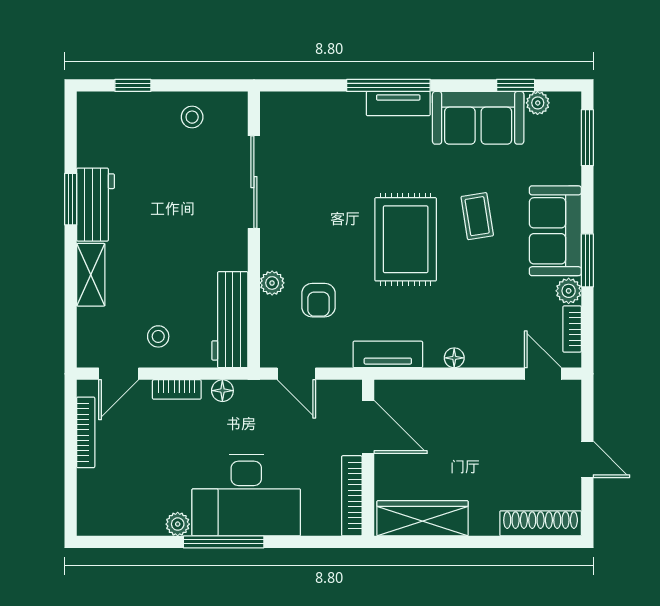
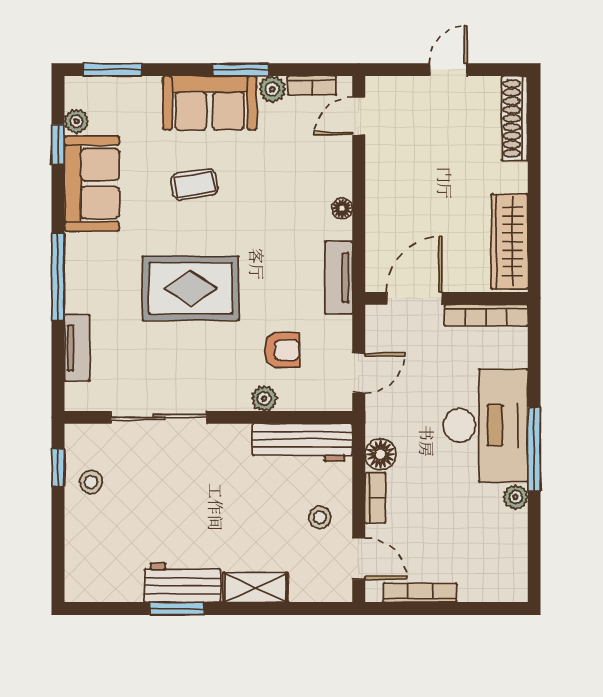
window: (133, 85) -> (58, 468), moved
tv unit: (398, 104) -> (77, 348), moved
rug: (406, 239) -> (191, 288), moved
floor lamp: (222, 391) -> (381, 454), width x1.37, depth x1.37

